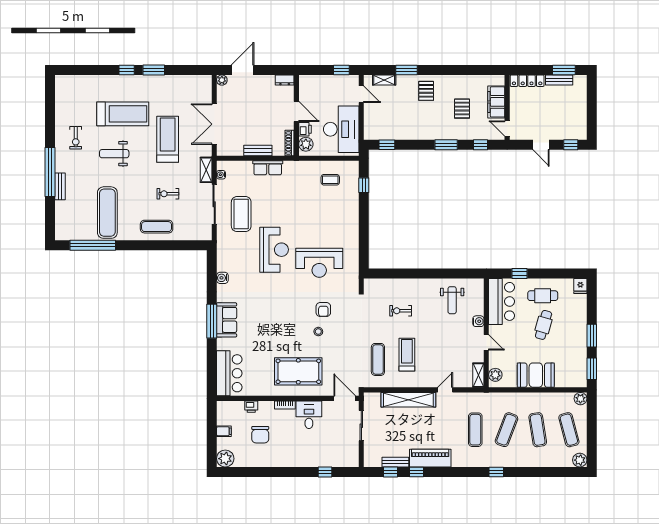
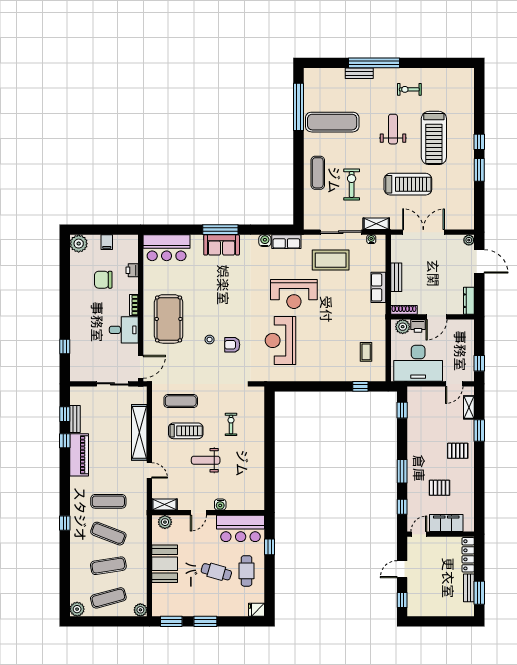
dresser: (285, 80) -> (469, 301), width x1.44
exercise bike: (168, 194) -> (352, 184), width x1.38, depth x1.39
row of seats: (223, 257) -> (286, 242), added
weight bench: (452, 300) -> (206, 460), moved

